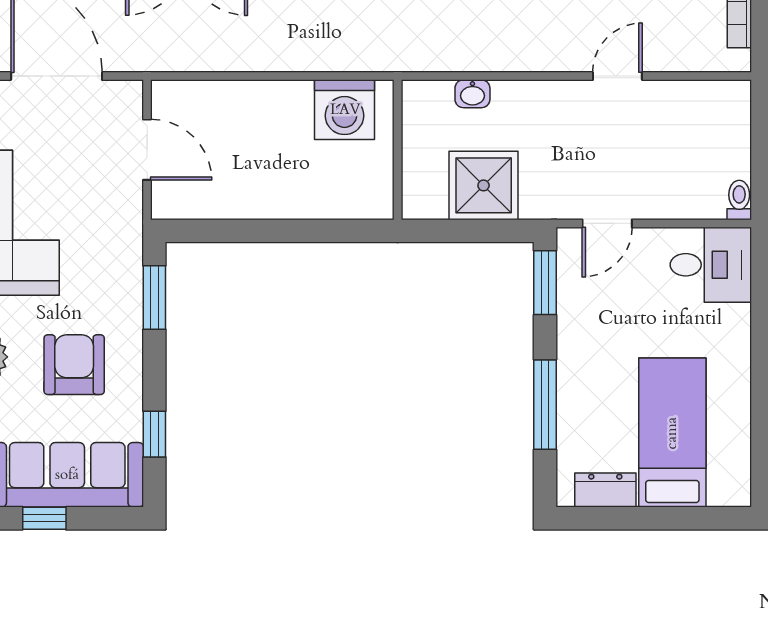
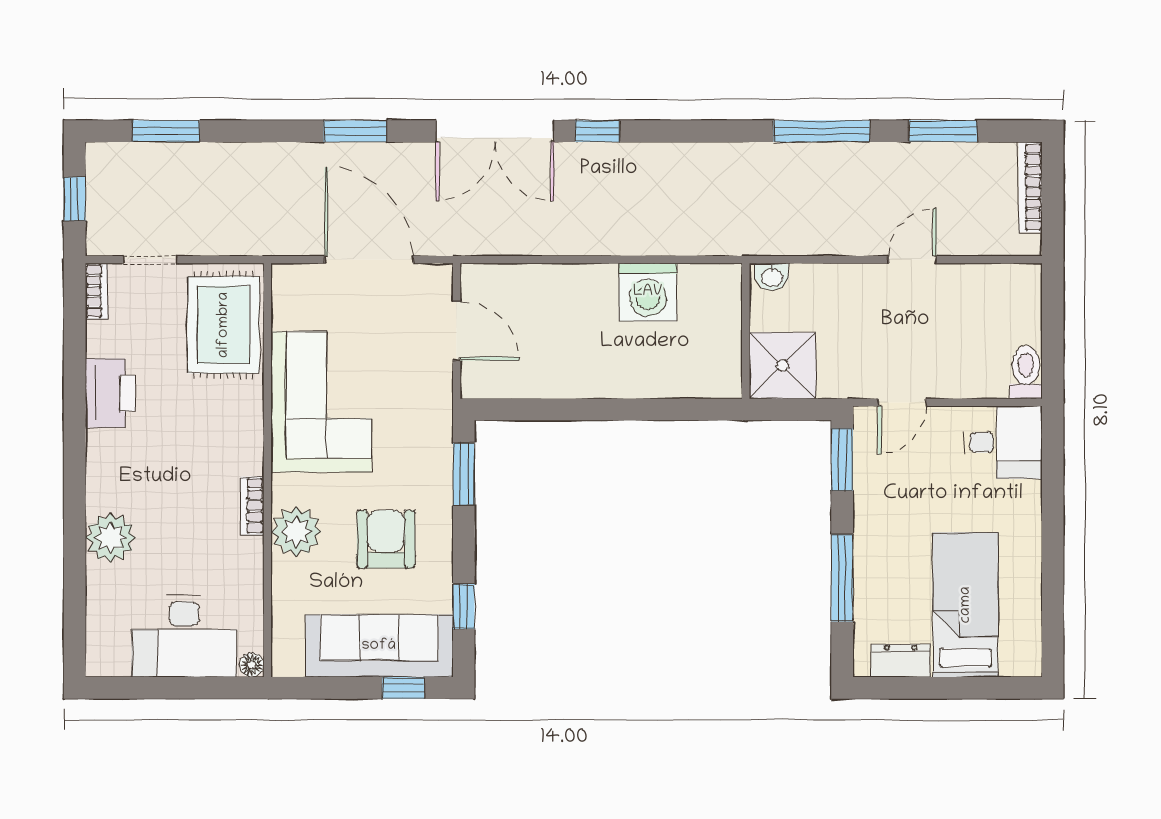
wall: (398, 150) -> (746, 331), moved
toilet: (739, 200) -> (1026, 372), width x1.37, depth x1.39
window: (44, 518) -> (403, 688), moved

